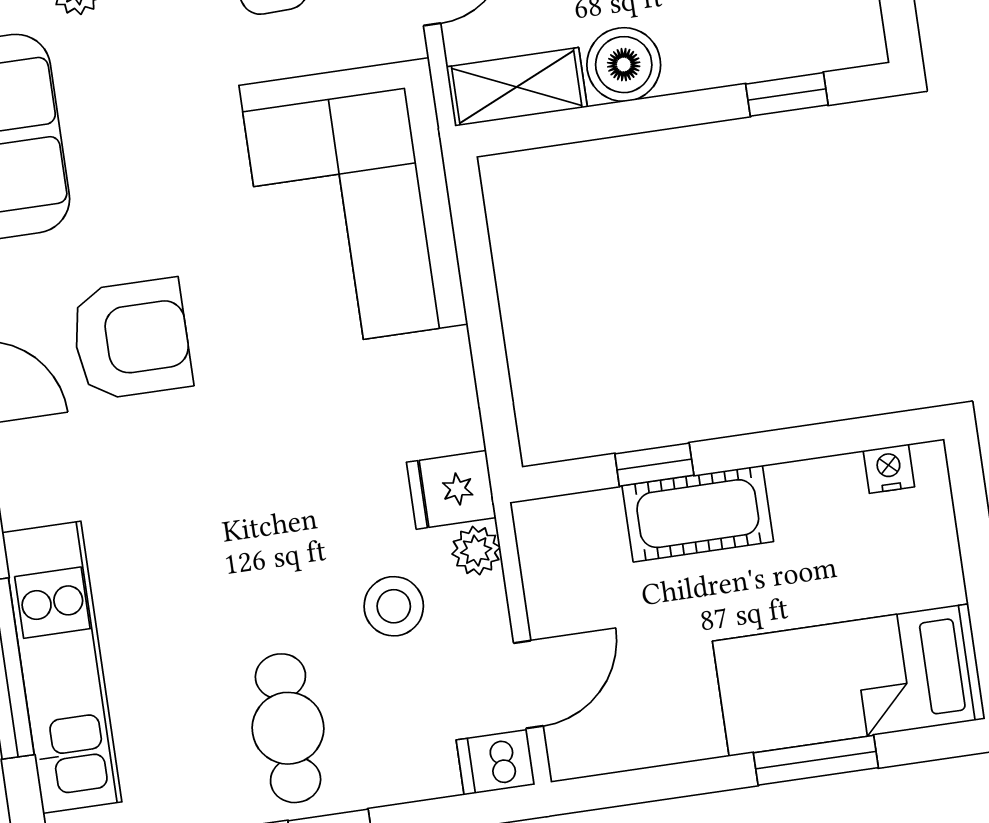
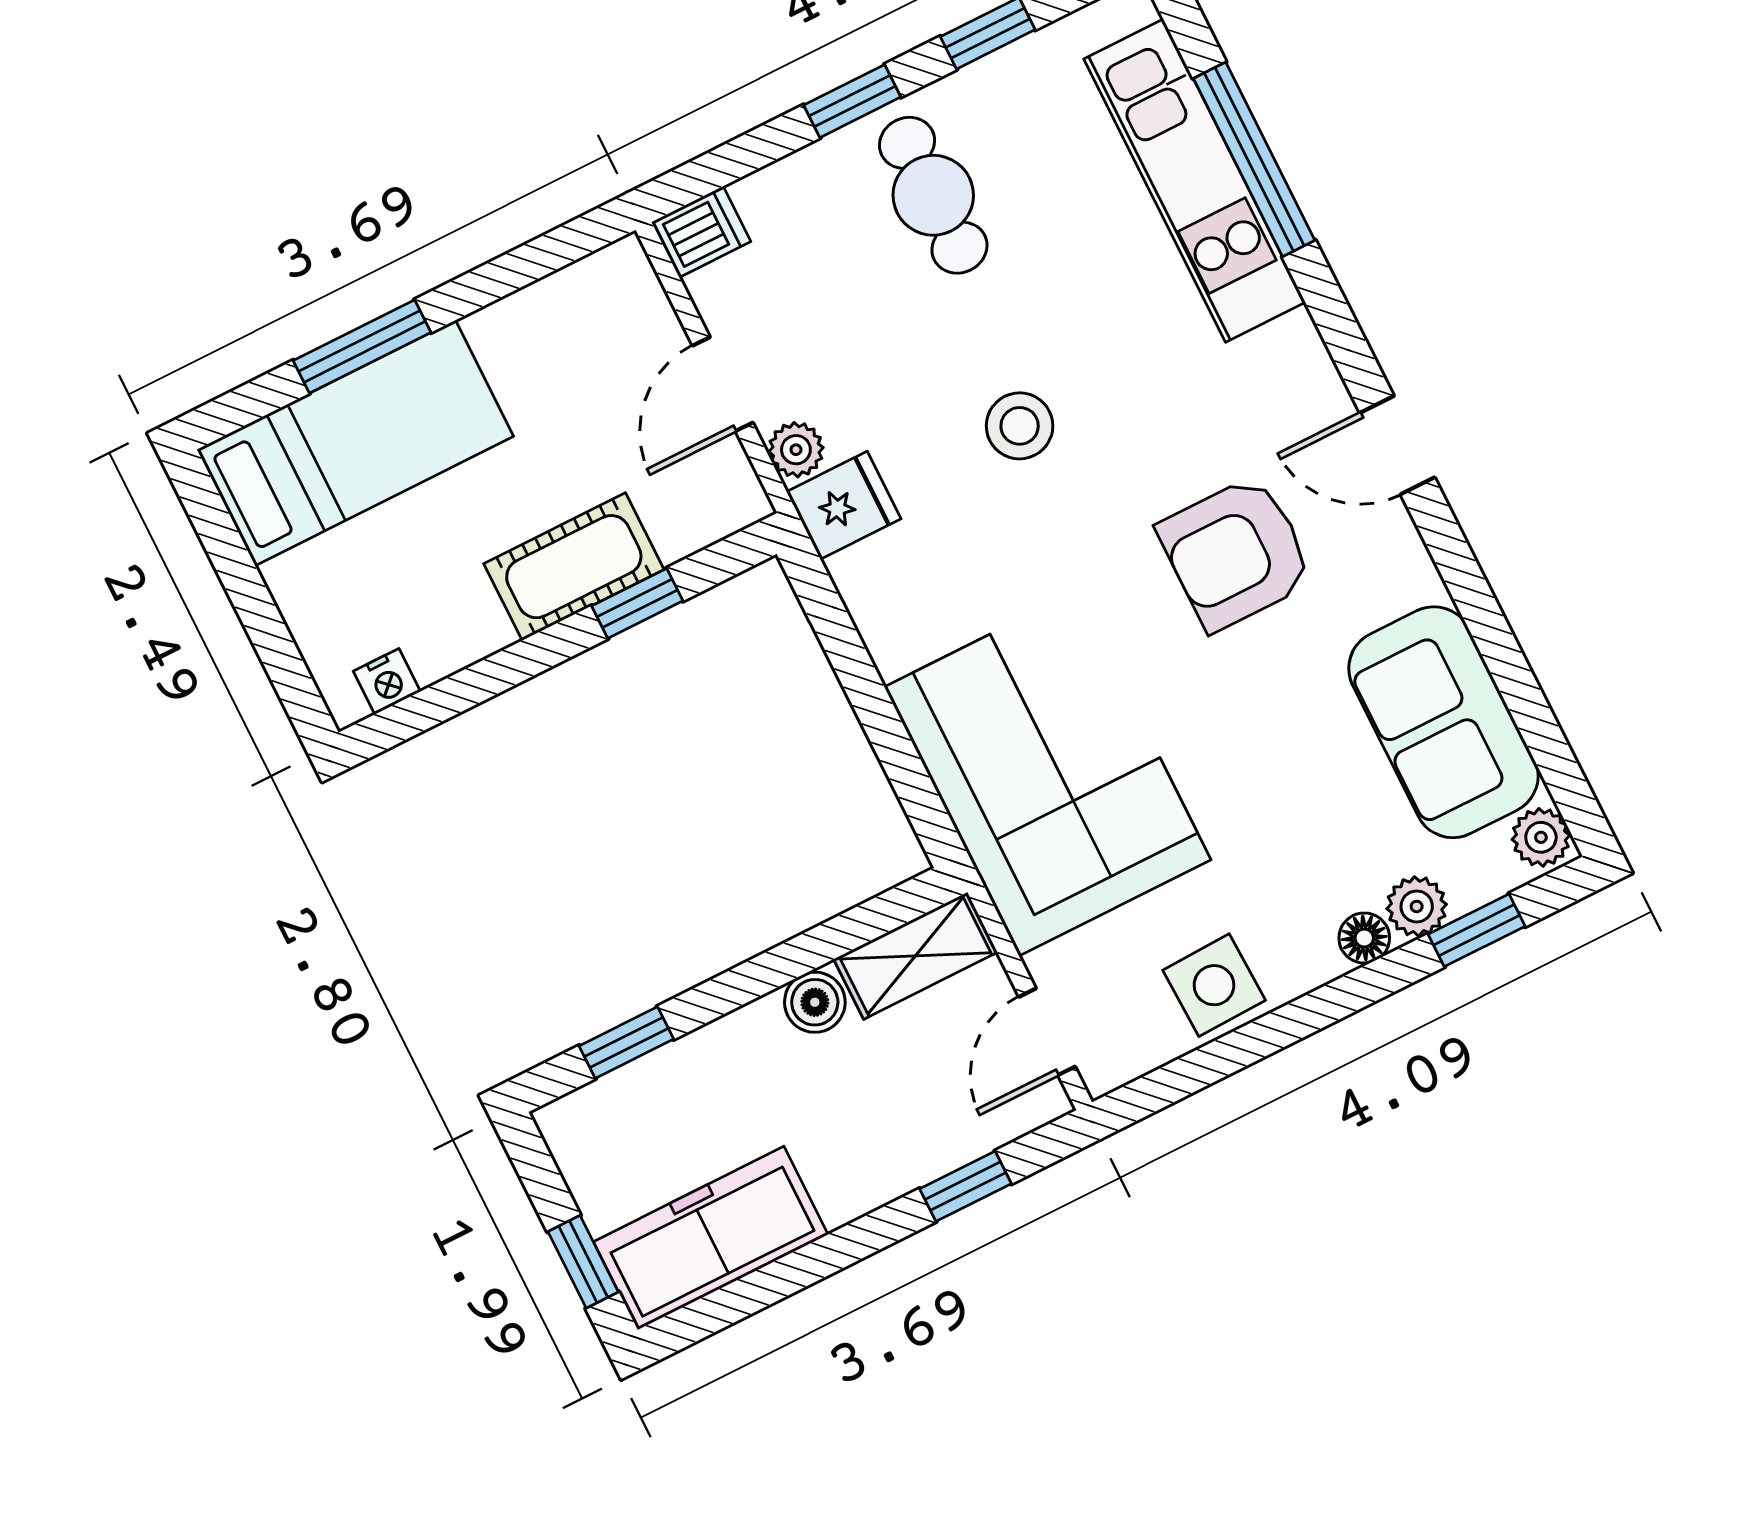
boiler: (624, 65) -> (815, 1002), width x0.73, depth x0.73
stool: (394, 606) -> (1020, 426), moved
door: (528, 684) -> (723, 384), moved

